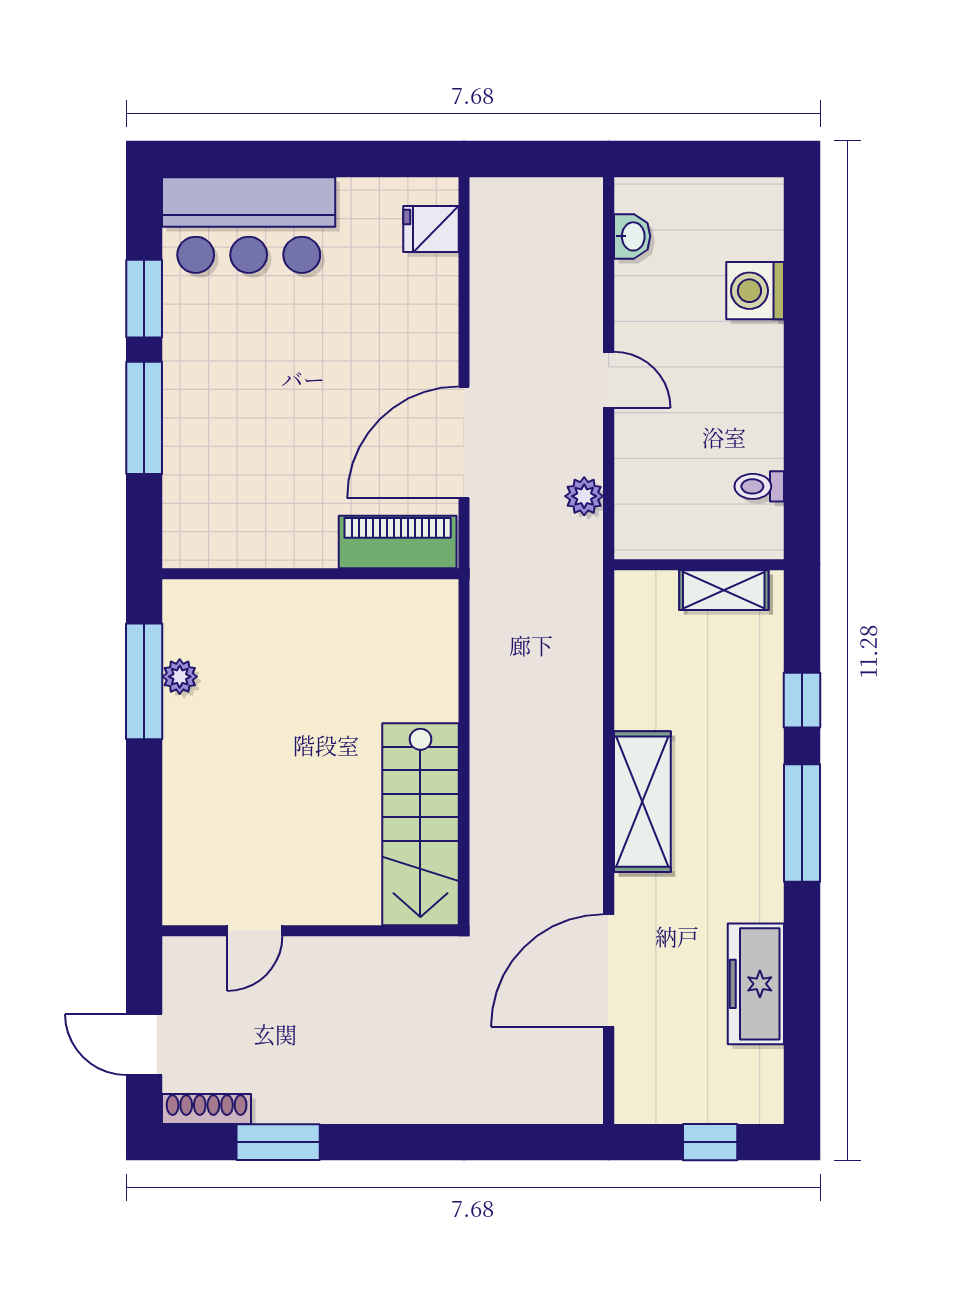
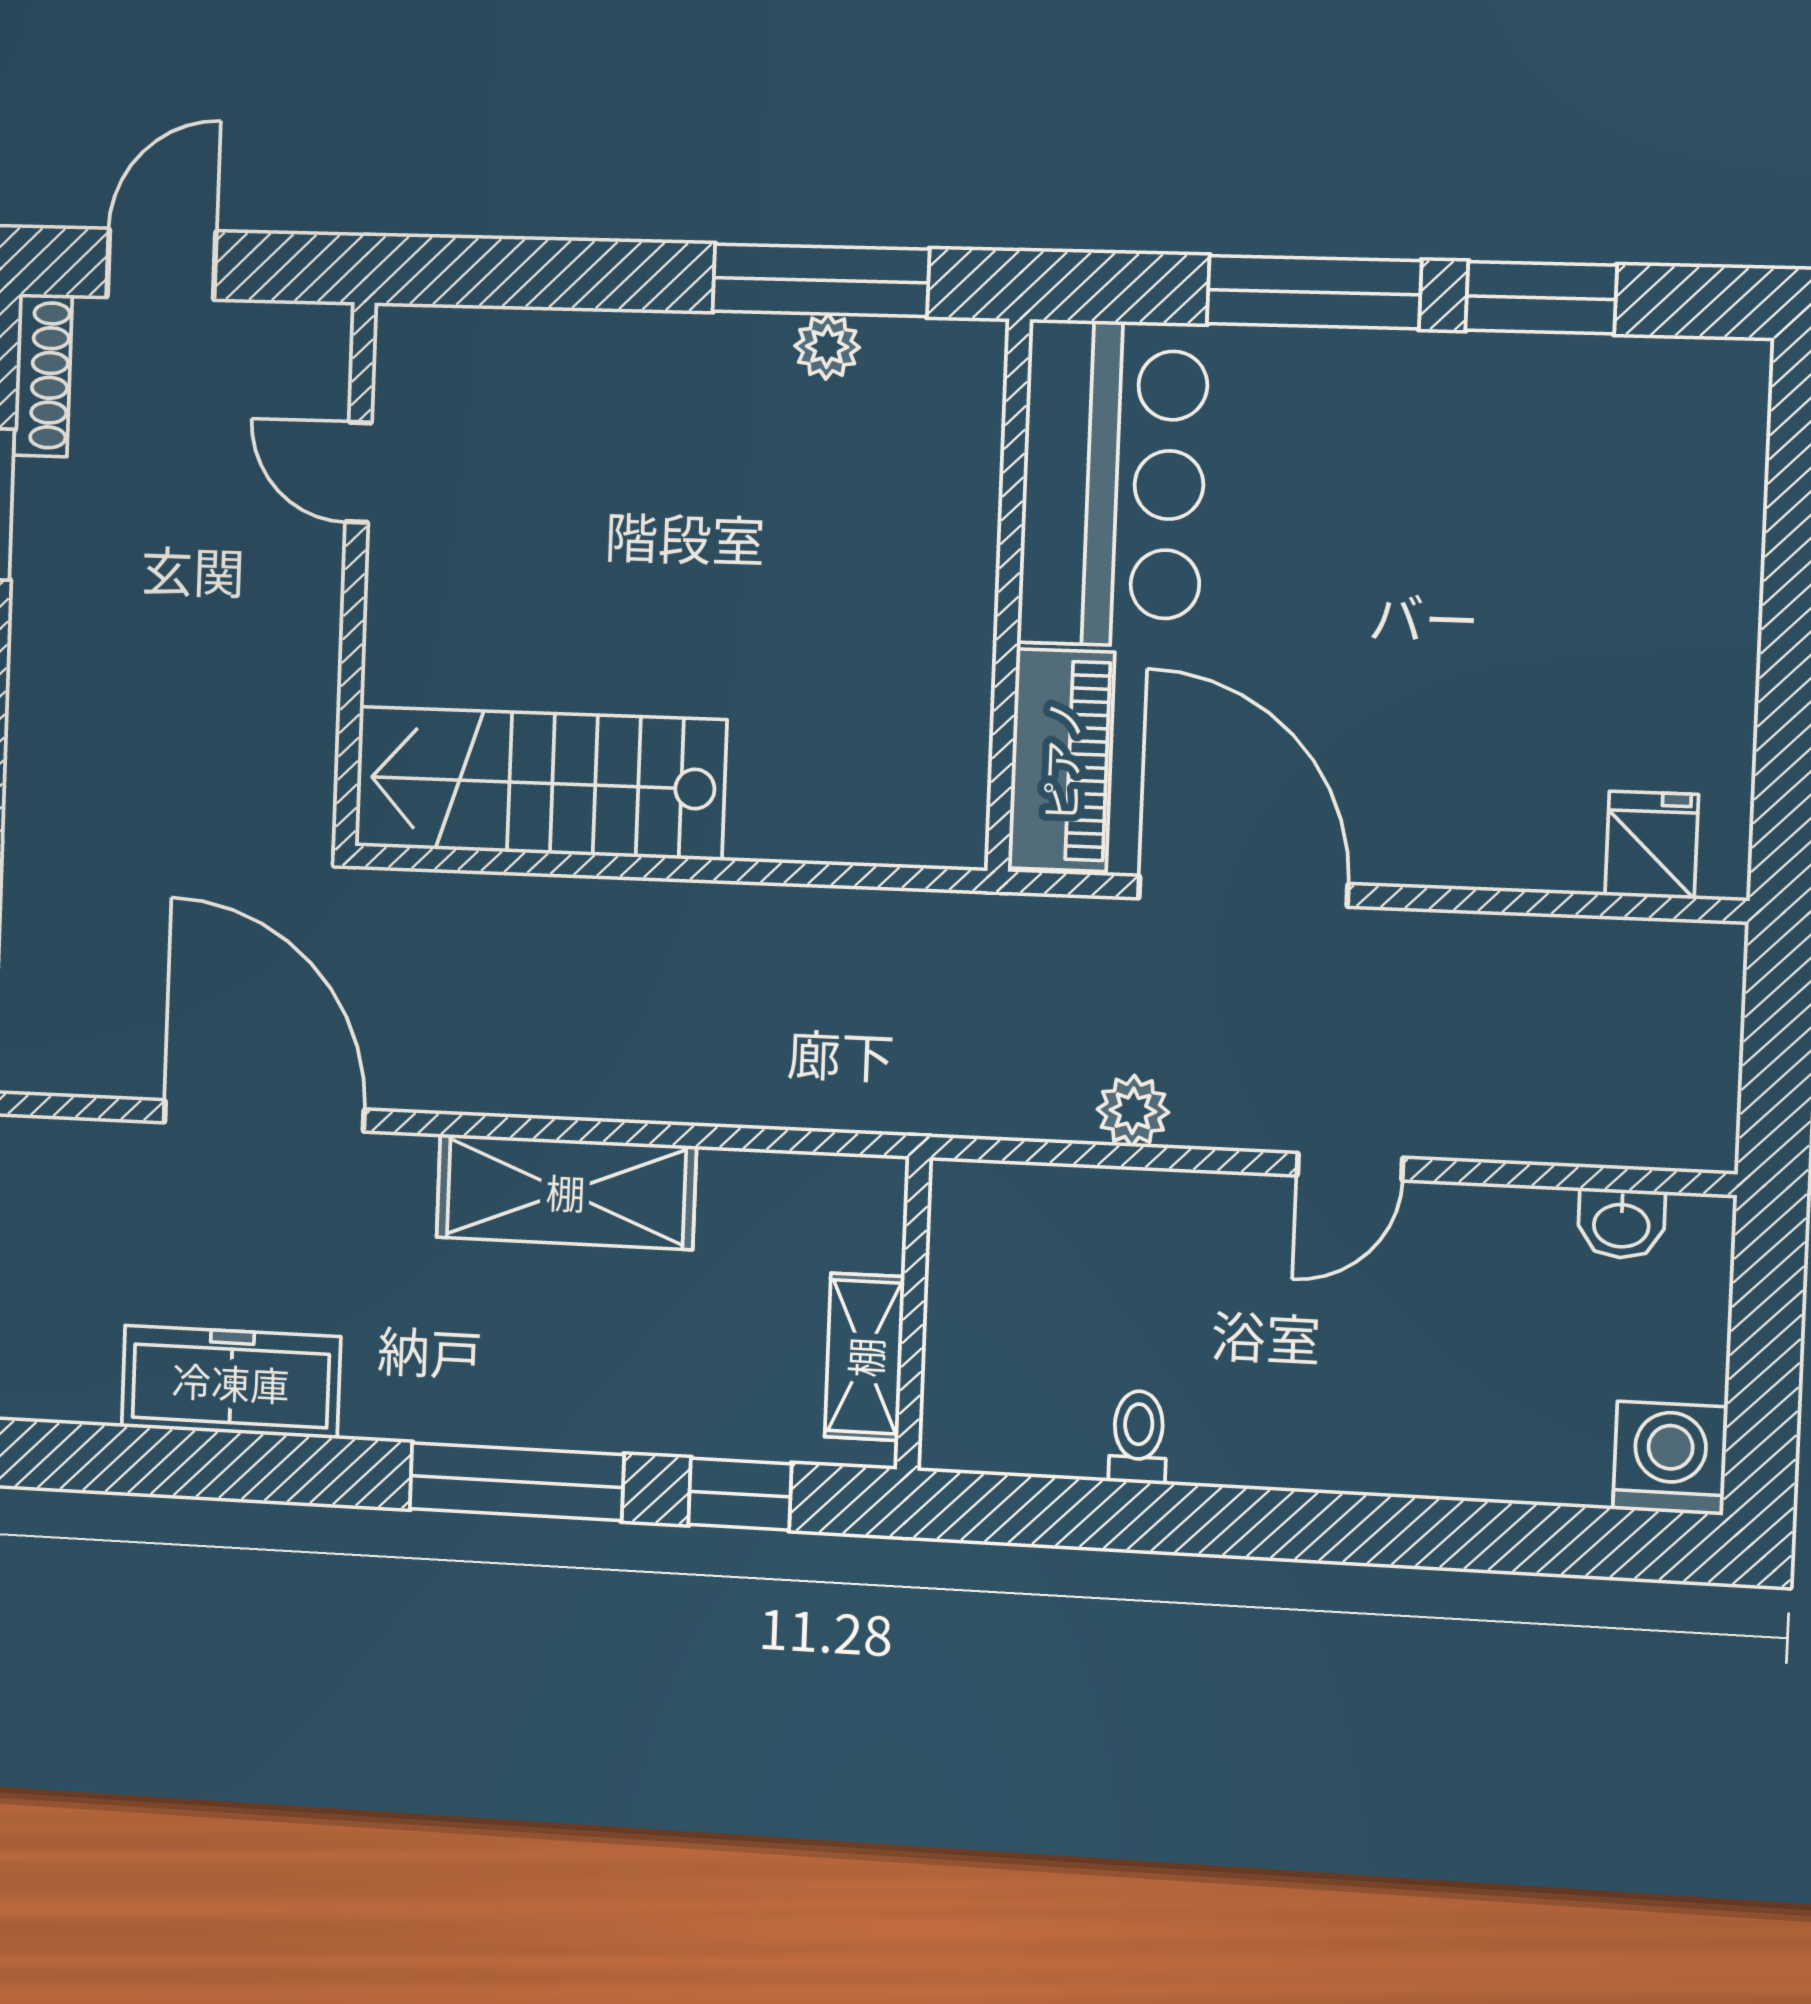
bar counter: (249, 225) -> (1113, 483), moved, turned 180
washing machine: (755, 291) -> (1670, 1458), moved
wall: (699, 565) -> (913, 1313), moved
shelving: (724, 590) -> (865, 1357), moved

